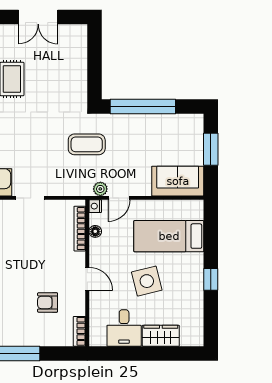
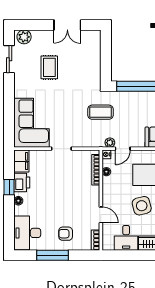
door: (87, 279) -> (101, 215), moved
armchair: (48, 302) -> (66, 234), moved

